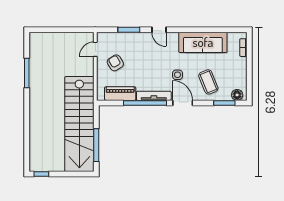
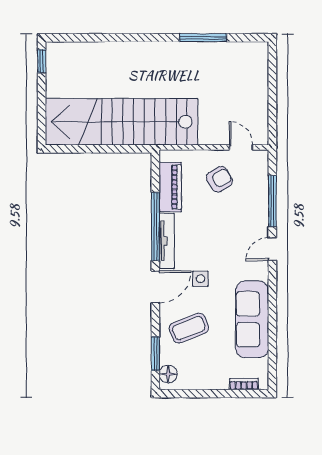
window: (129, 30) -> (272, 201), width x1.44
window: (96, 145) -> (88, 149), removed

